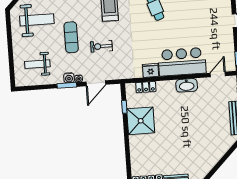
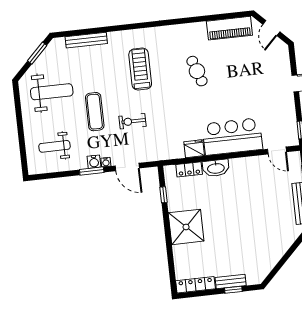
door: (218, 74) -> (277, 151), swing flipped
door: (96, 83) -> (127, 167), hinge flipped
washbasin: (187, 85) -> (216, 168), moved
shower: (141, 121) -> (186, 227), moved

